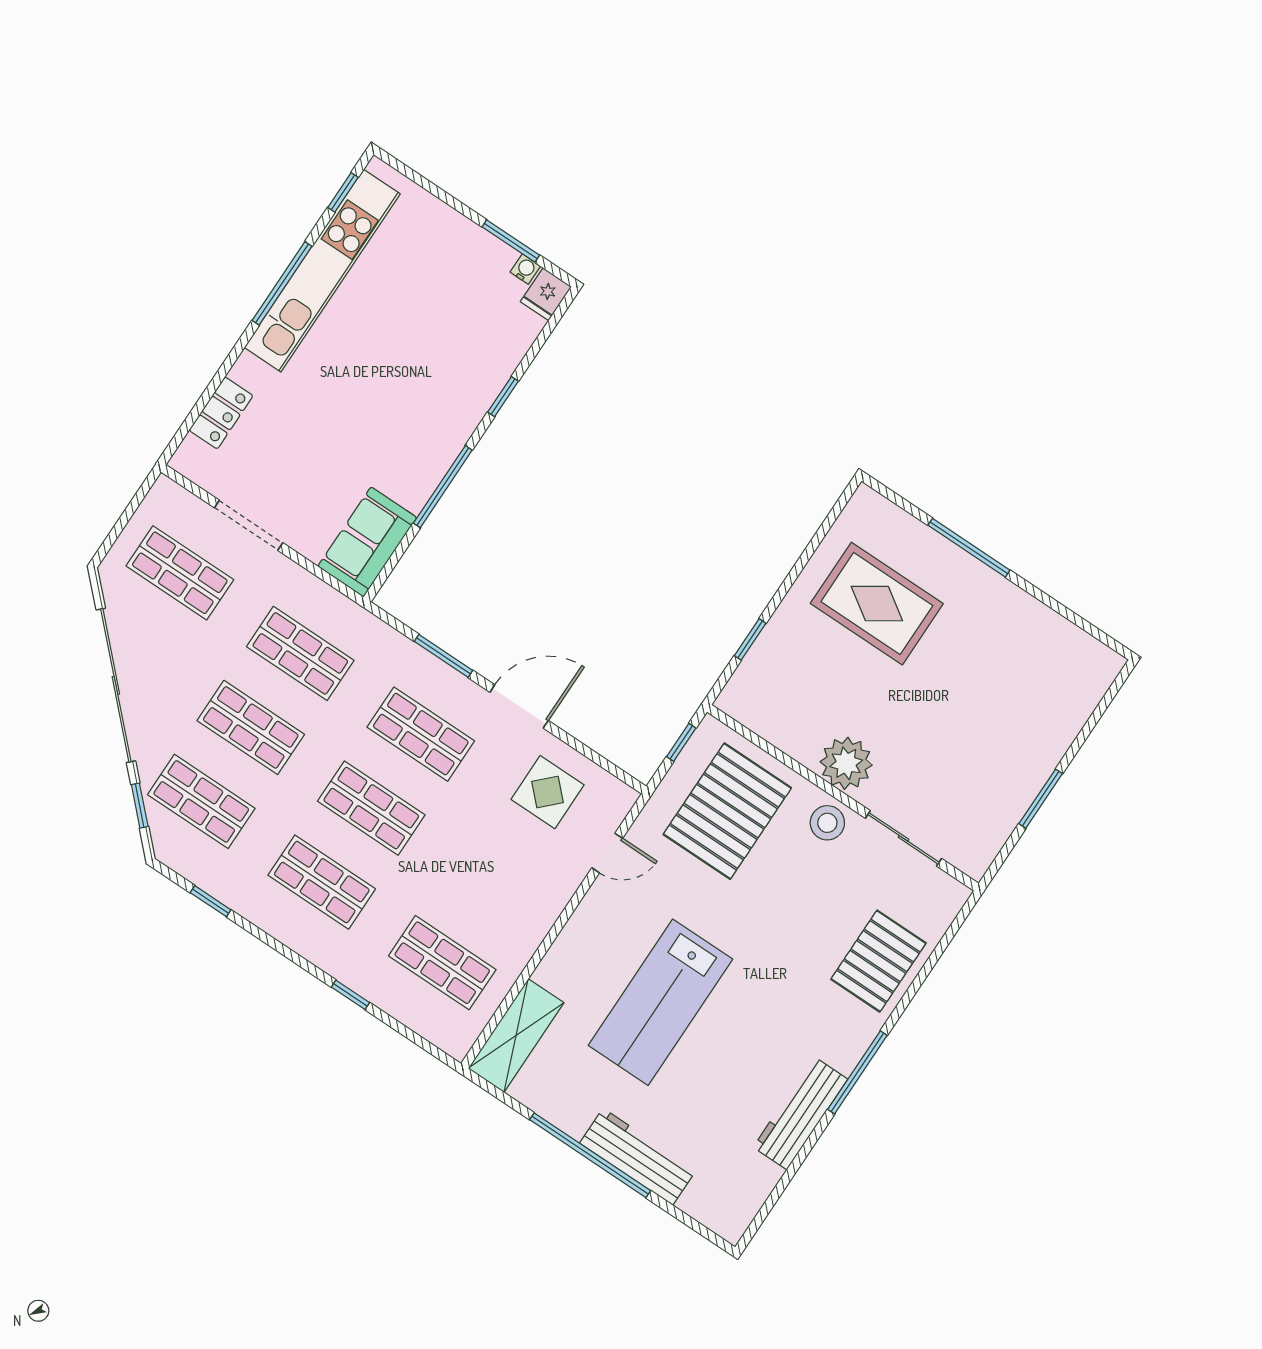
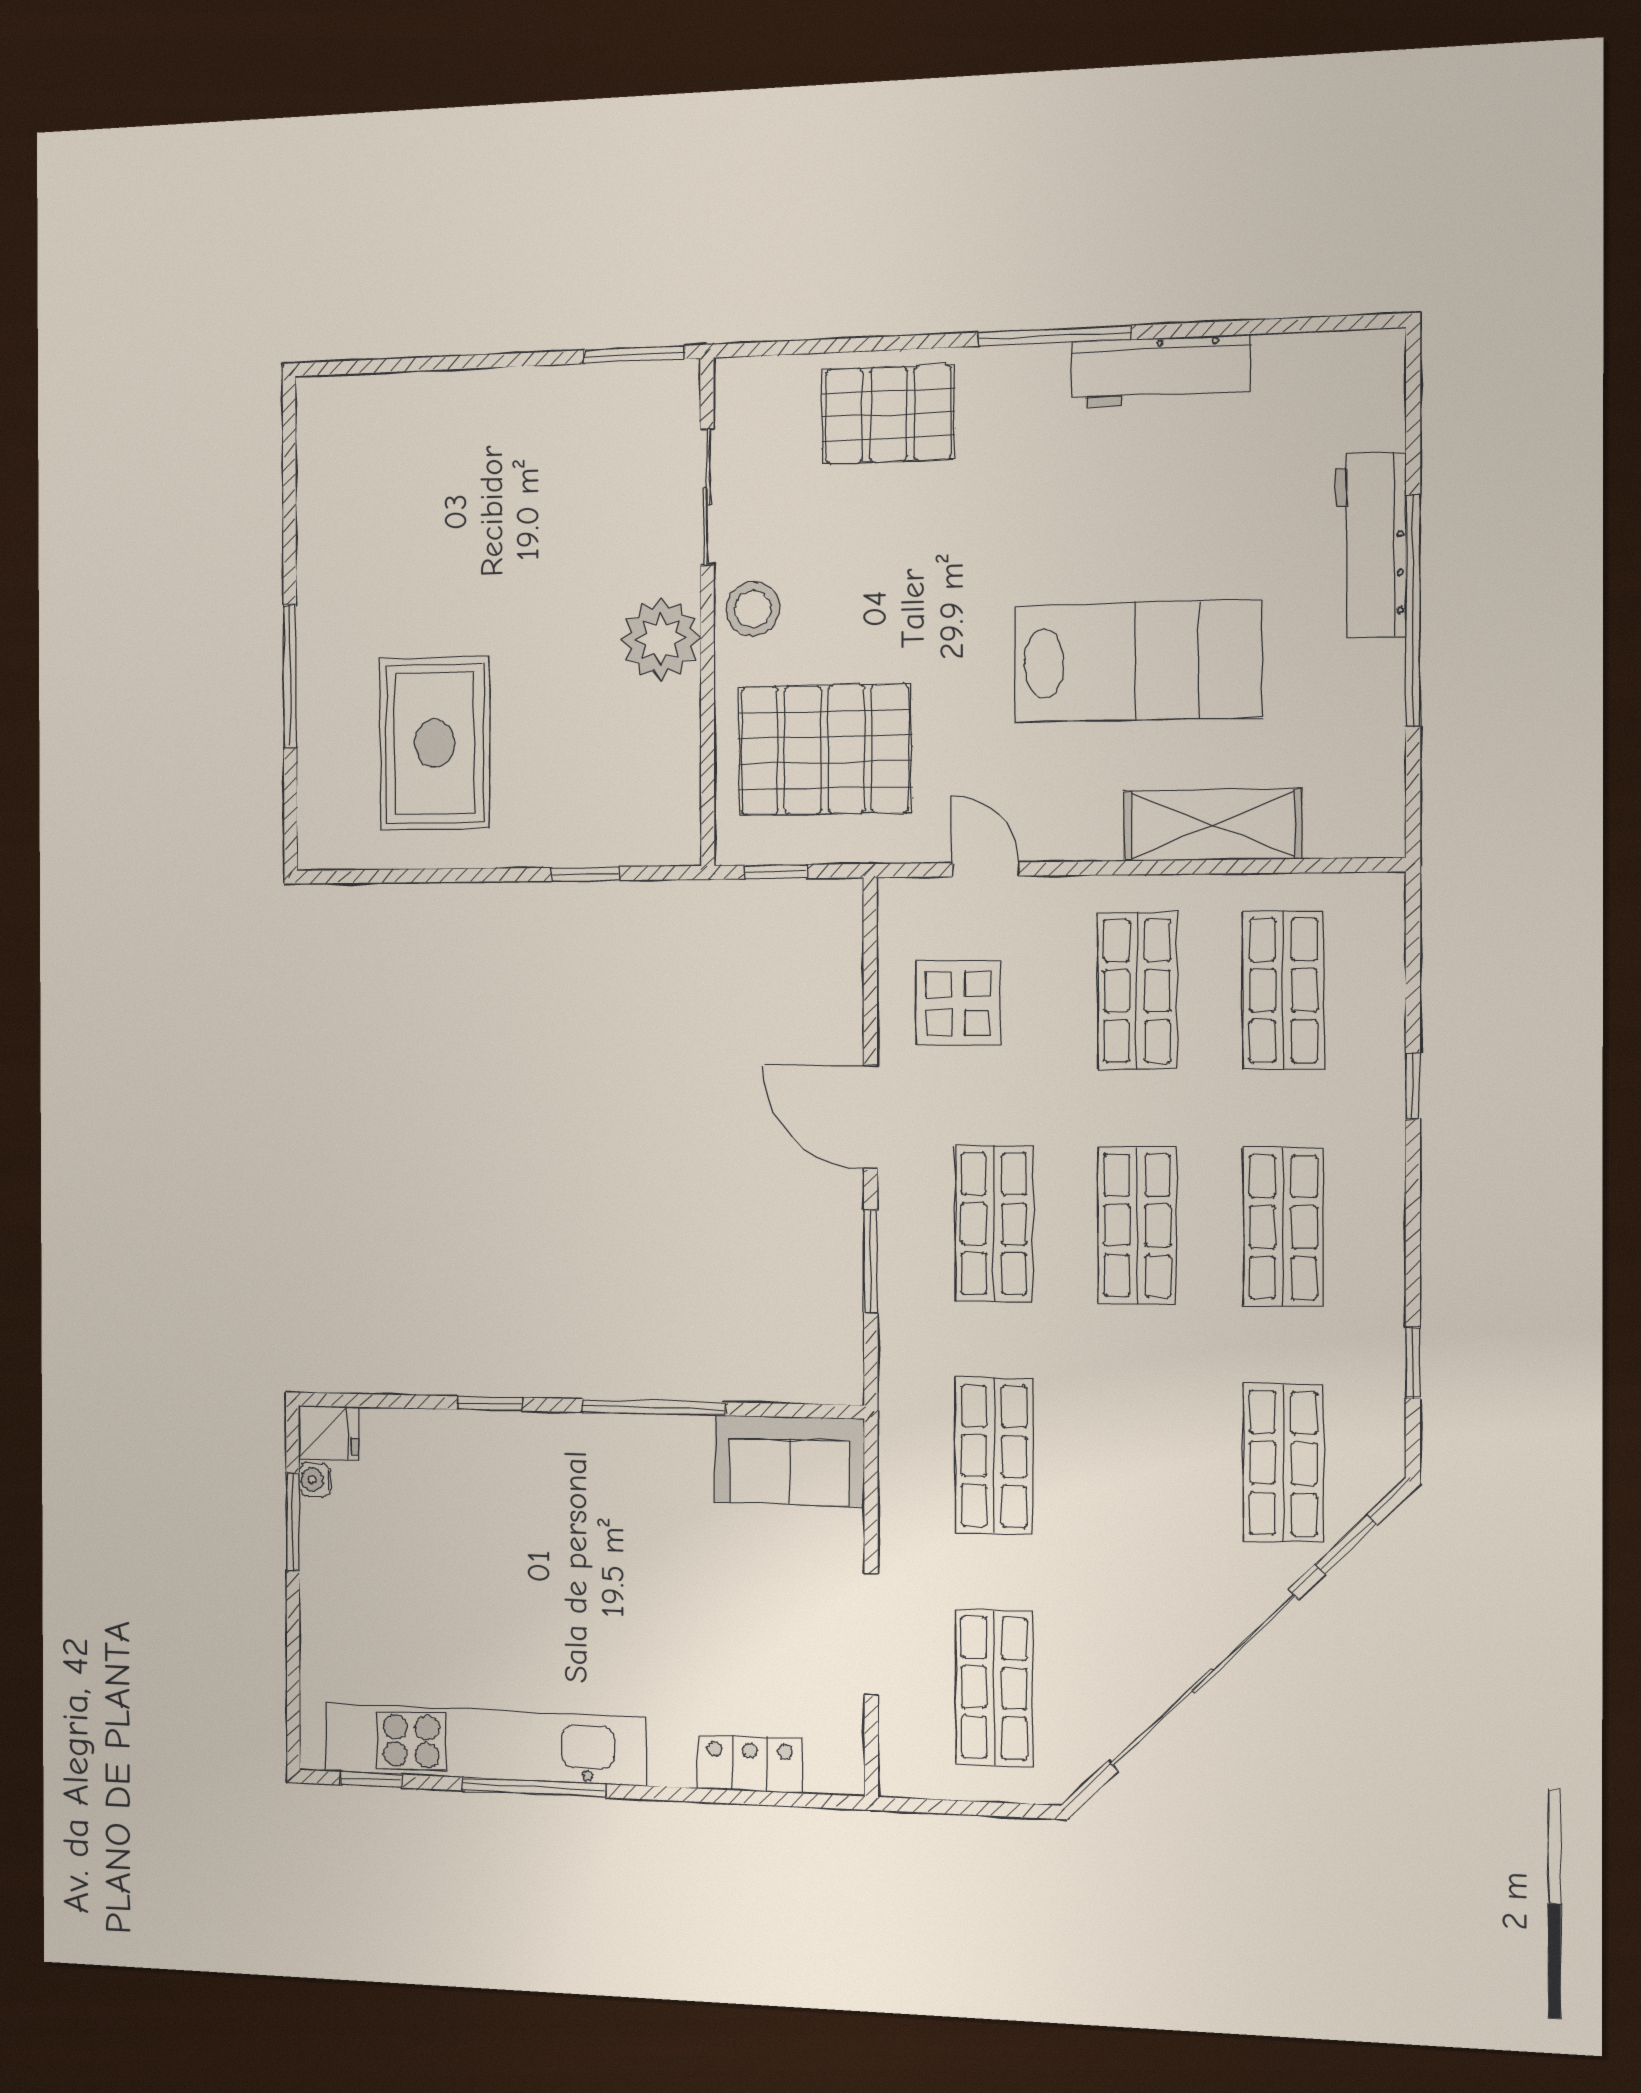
shop shelf: (251, 727) -> (1137, 991), moved
window: (1041, 799) -> (634, 355), moved
shelving: (516, 1036) -> (1212, 825), moved

